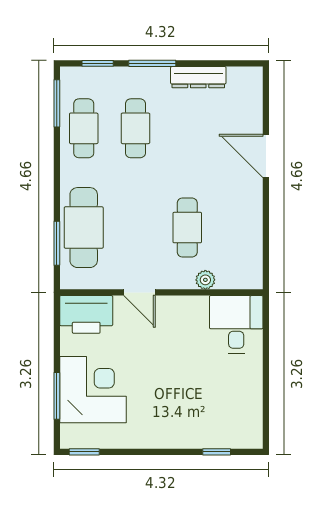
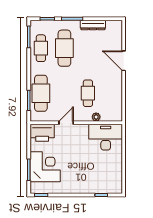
cafe table: (135, 128) -> (64, 48), width x1.37, depth x1.35
door: (139, 292) -> (66, 123), swing flipped
desk: (236, 324) -> (106, 137), width x1.37

